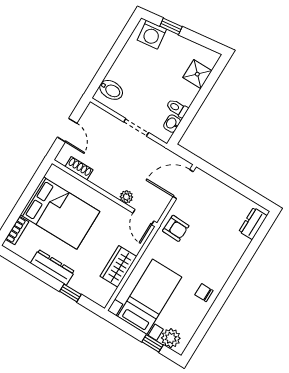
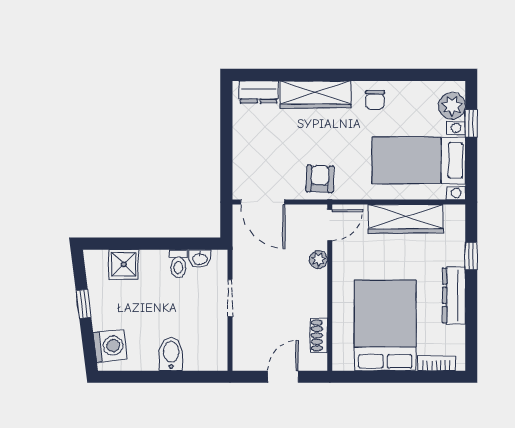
window: (171, 26) -> (84, 304), moved
bidet: (111, 90) -> (171, 354), moved
wardrobe: (230, 258) -> (316, 94), added
wardrobe: (118, 266) -> (406, 219), width x1.50

